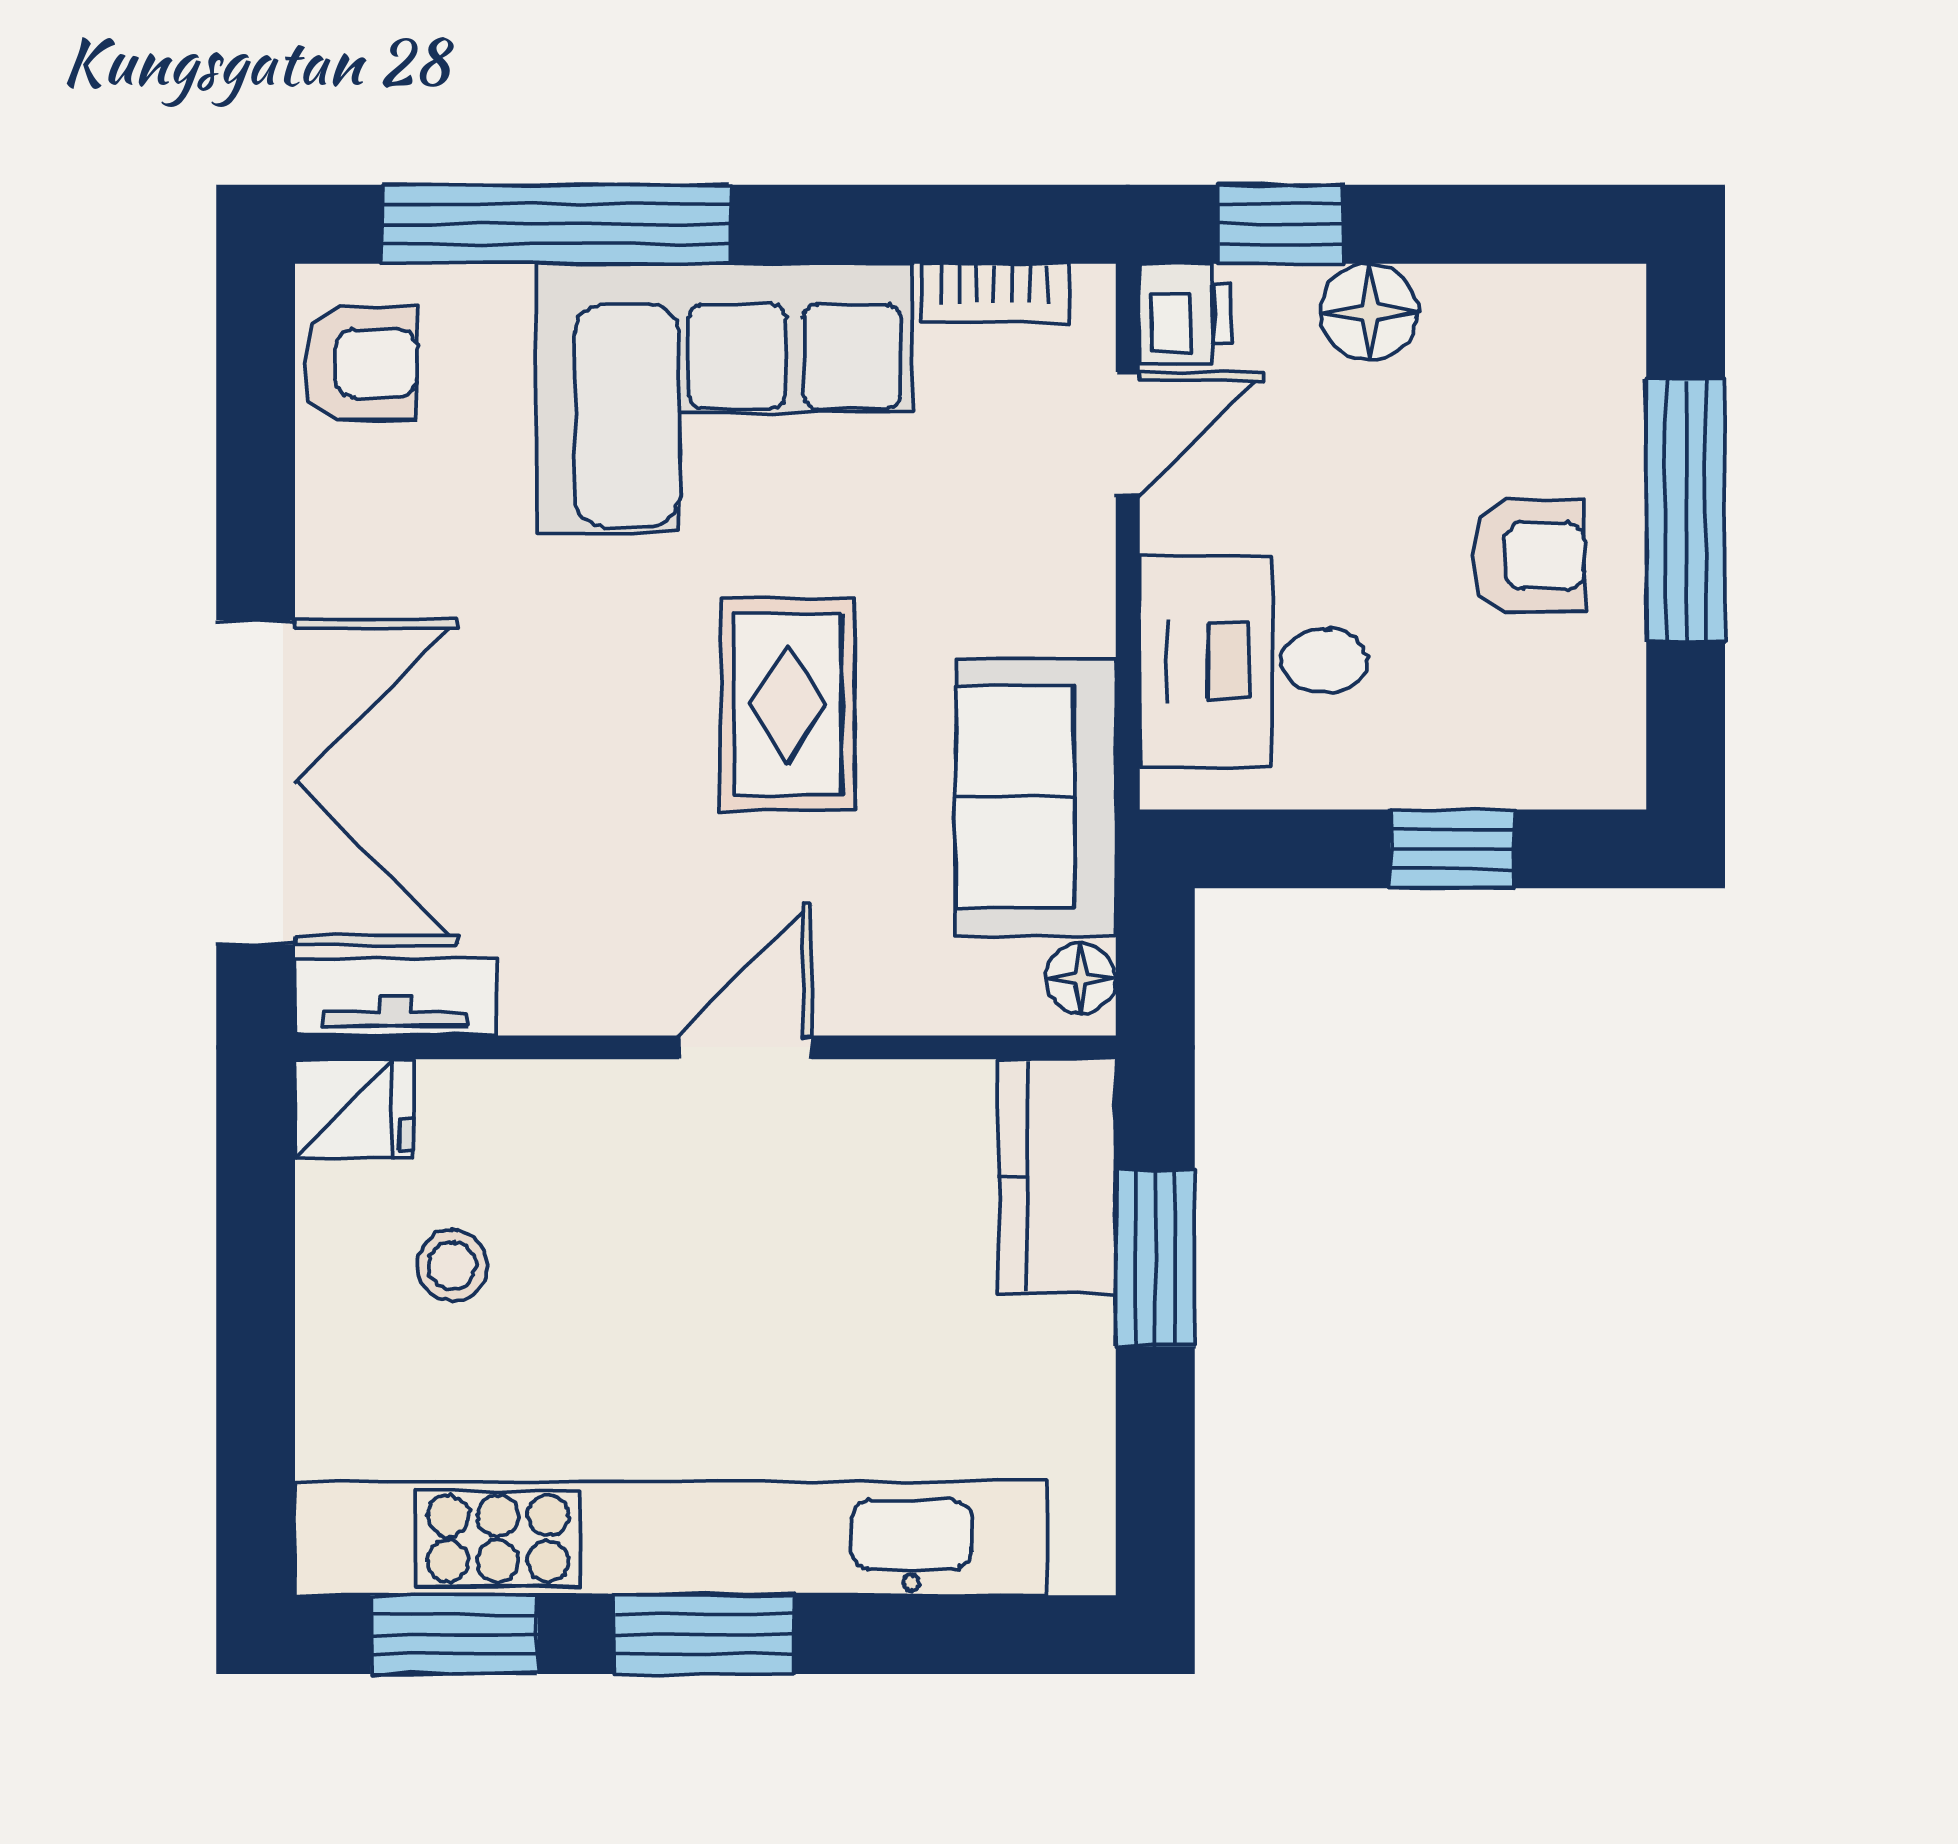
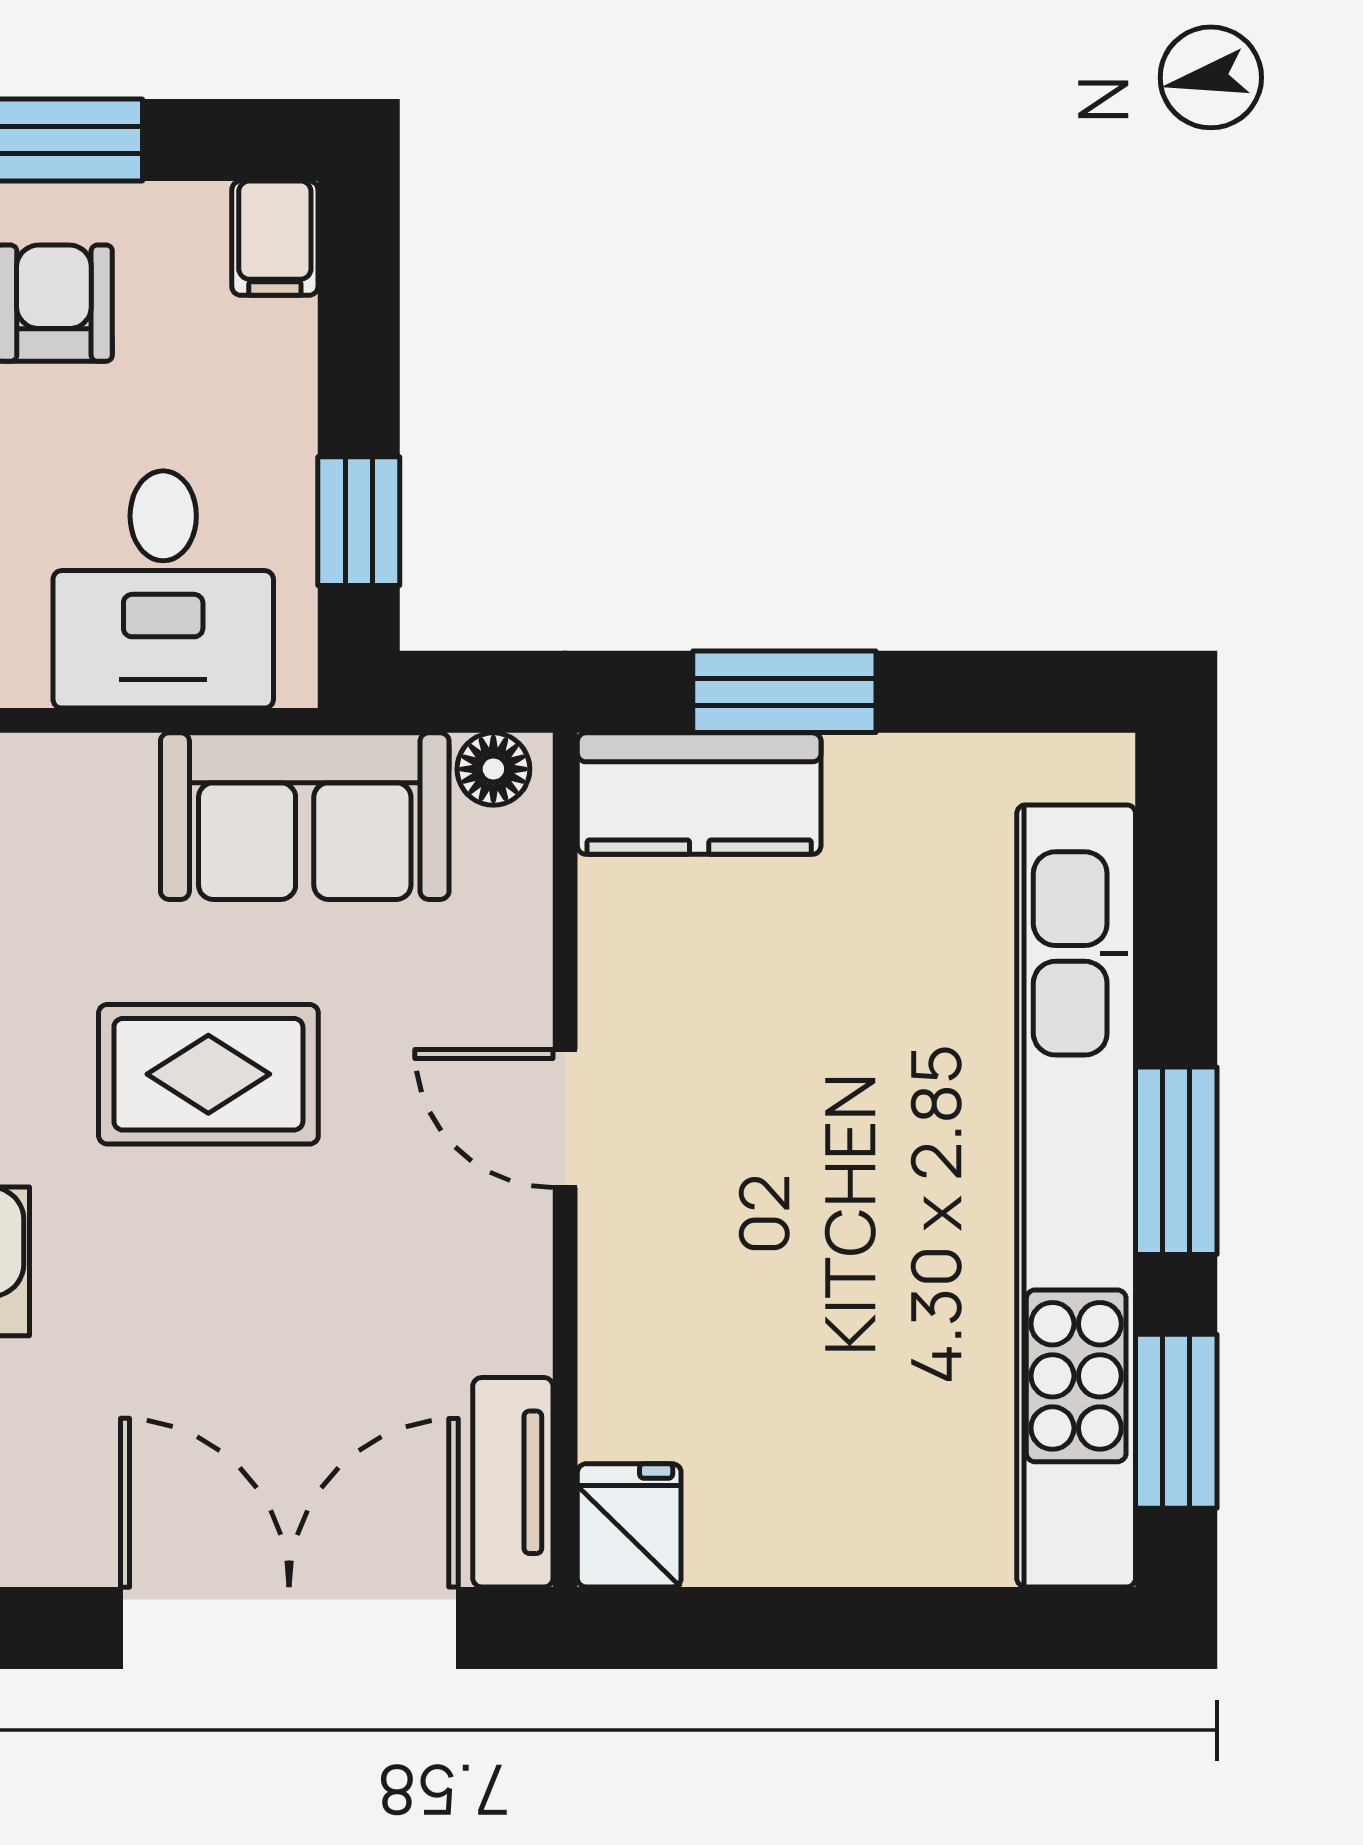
filing cabinet: (1591, 768) -> (275, 238), added
window: (1452, 849) -> (359, 521), moved
stool: (452, 1266) -> (792, 1423), removed

